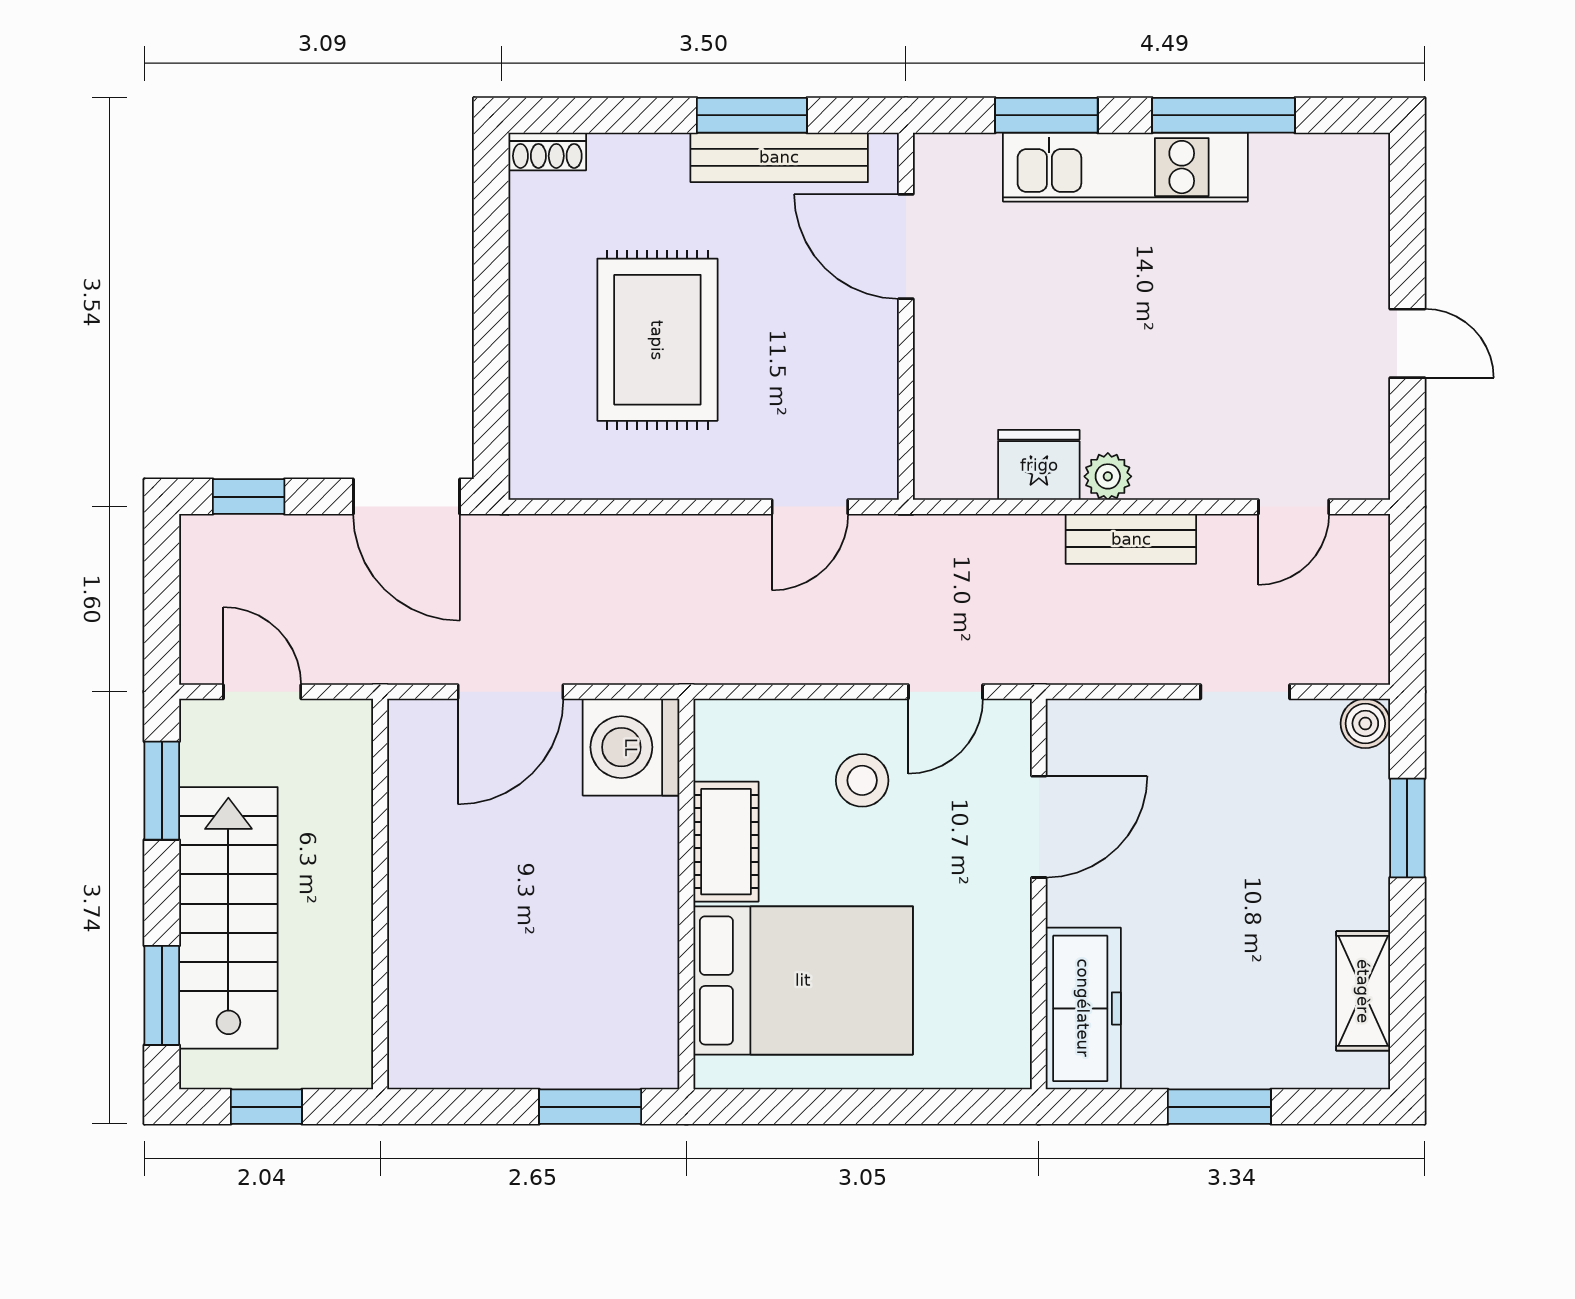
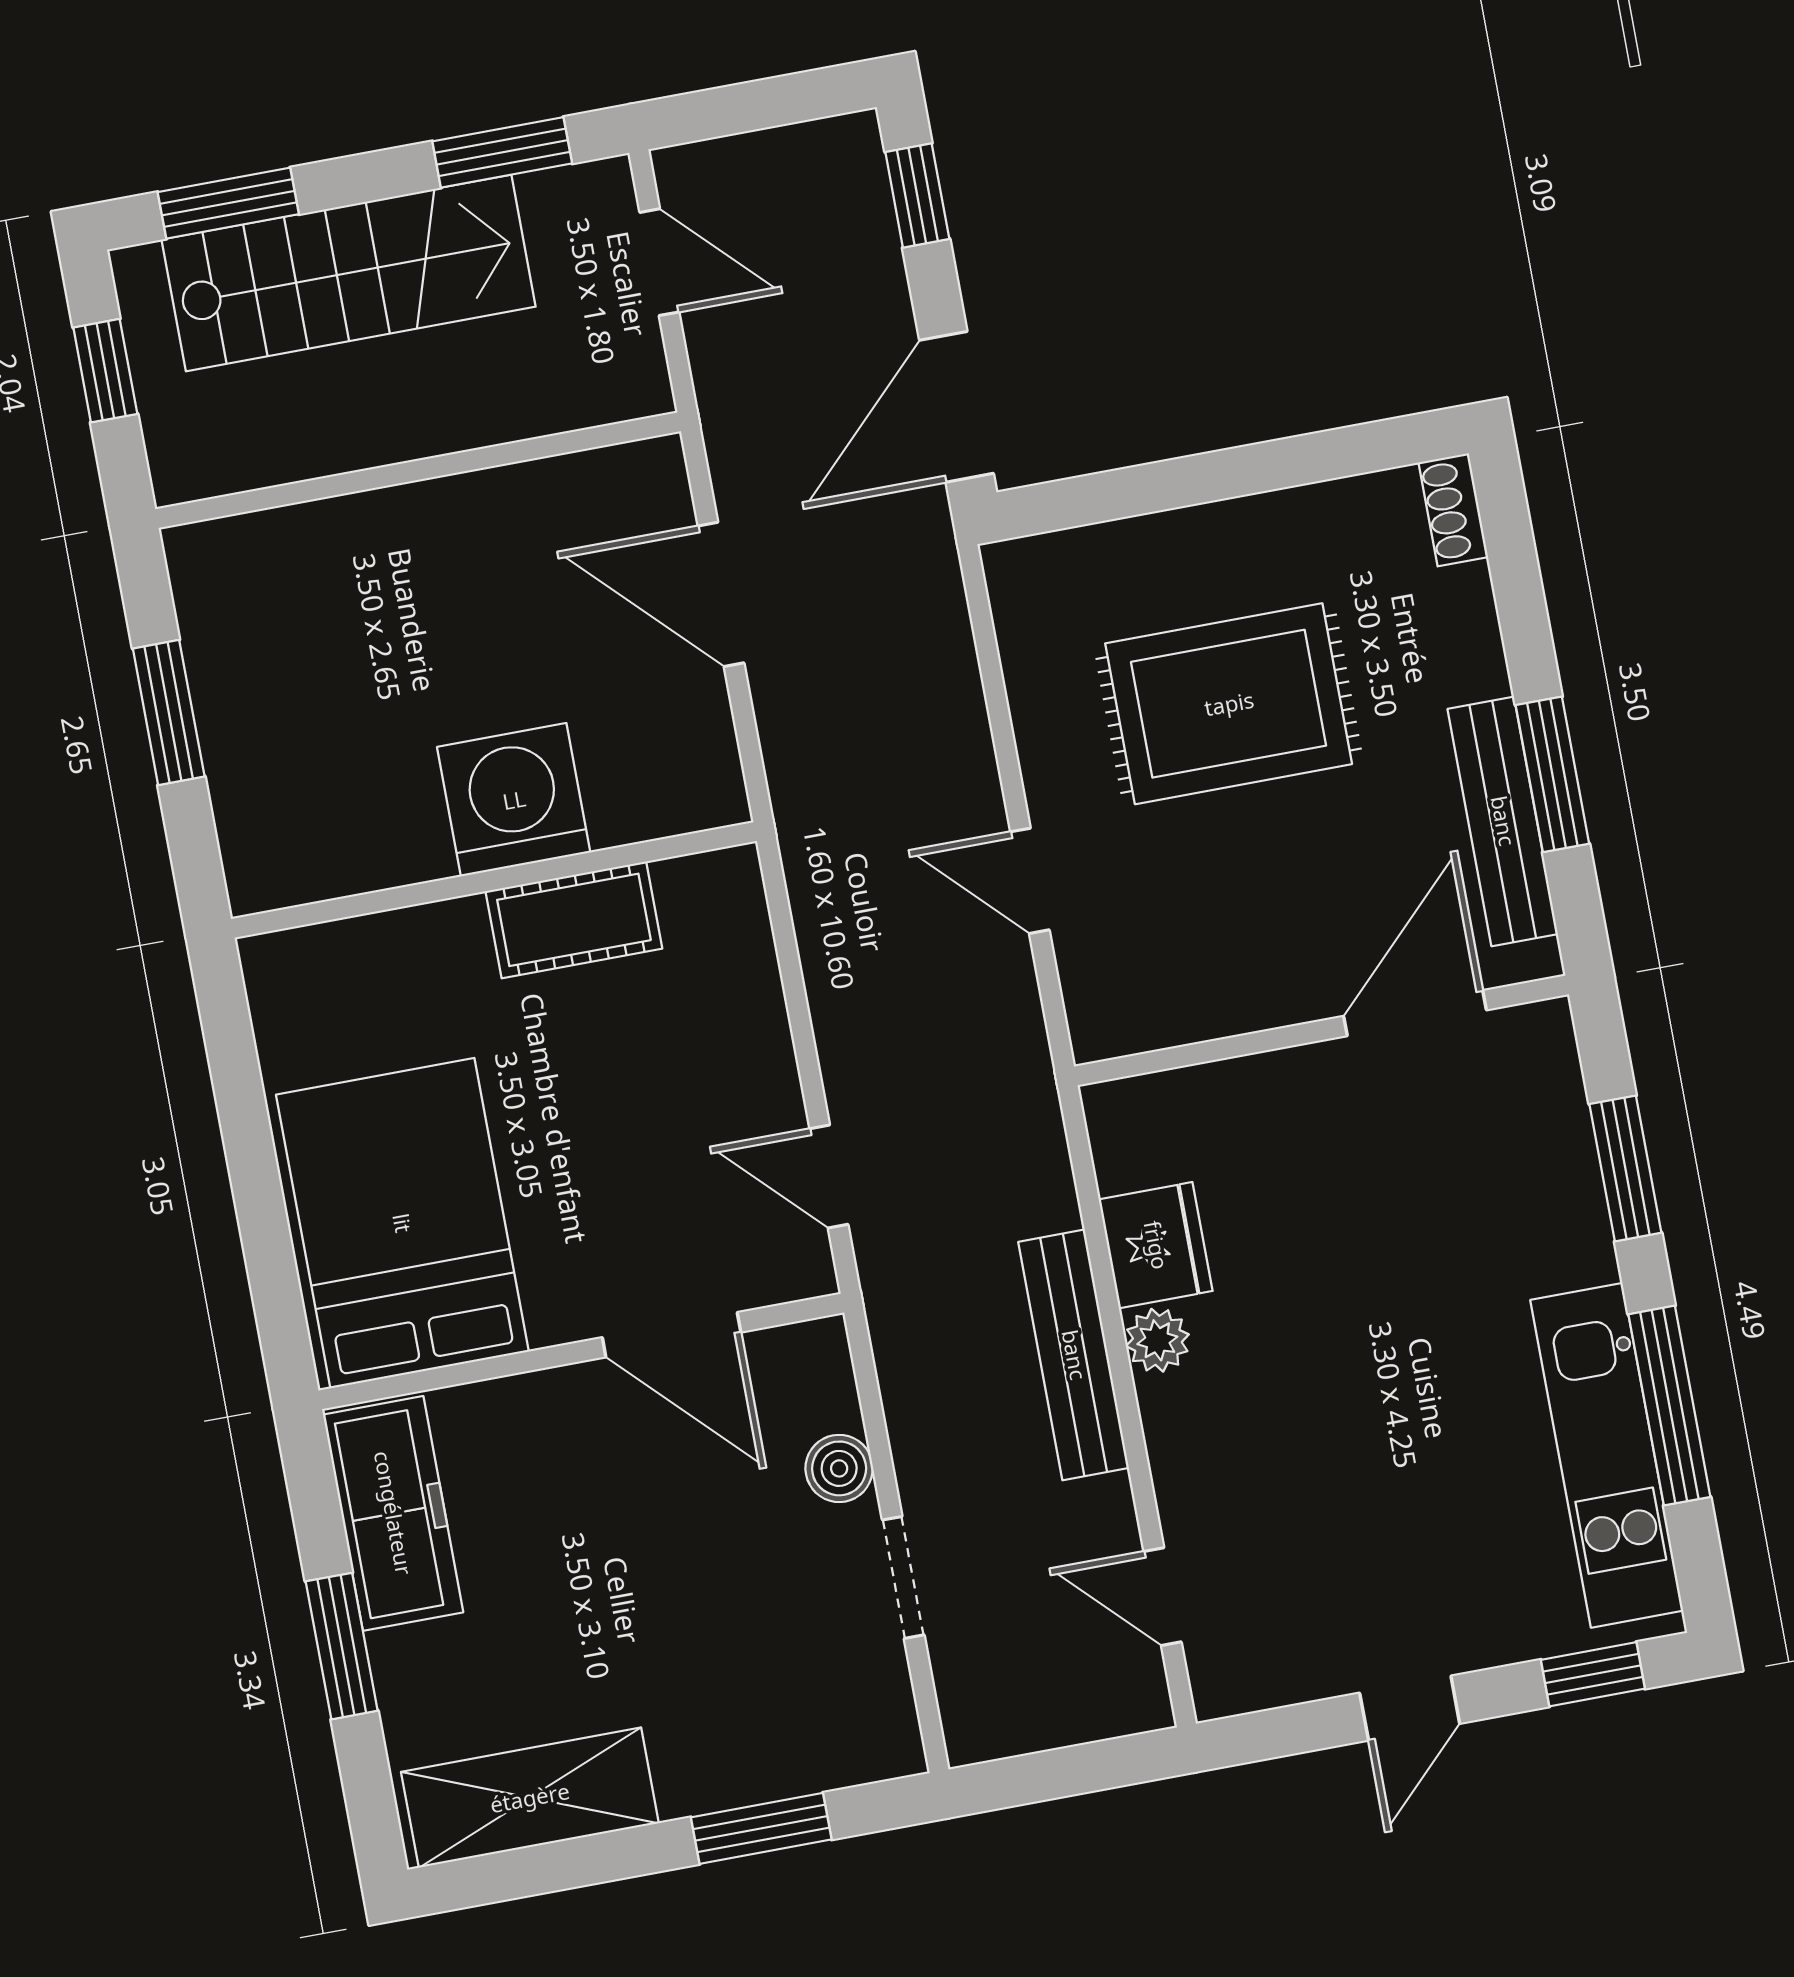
kitchen unit: (1125, 167) -> (1607, 1455), moved
window: (1407, 206) -> (1593, 1674), added
door: (810, 507) -> (1030, 881), moved
bench: (1131, 539) -> (1074, 1355), width x1.36
door: (262, 692) -> (659, 262), hinge flipped
boiler: (1365, 723) -> (839, 1468), moved
washing machine: (631, 747) -> (514, 800), moved
stool: (862, 780) -> (690, 1087), removed
bed: (803, 980) -> (402, 1223), moved, turned 180
shelving: (1363, 991) -> (530, 1798), width x1.50, depth x1.33
freezer: (1083, 1008) -> (393, 1513), moved, turned -90
window: (590, 1107) -> (169, 712), moved

